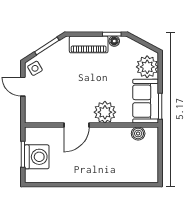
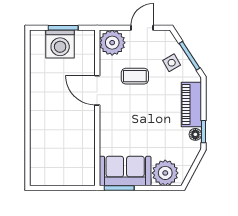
side table: (35, 68) -> (172, 63), moved
coffee table: (64, 93) -> (135, 76), added
plant: (105, 112) -> (112, 43), moved
boiler: (138, 133) -> (87, 162), removed

